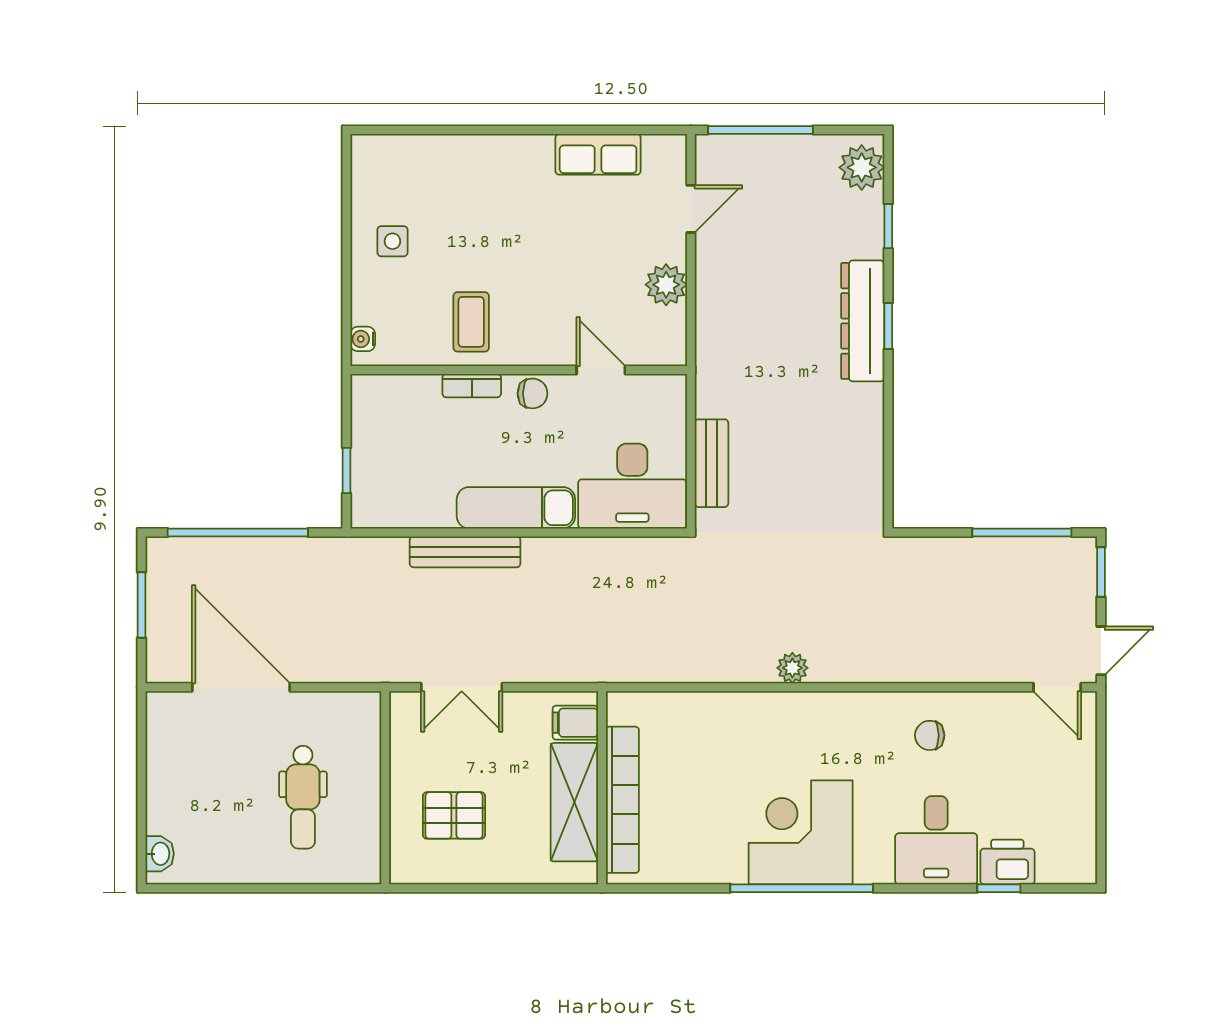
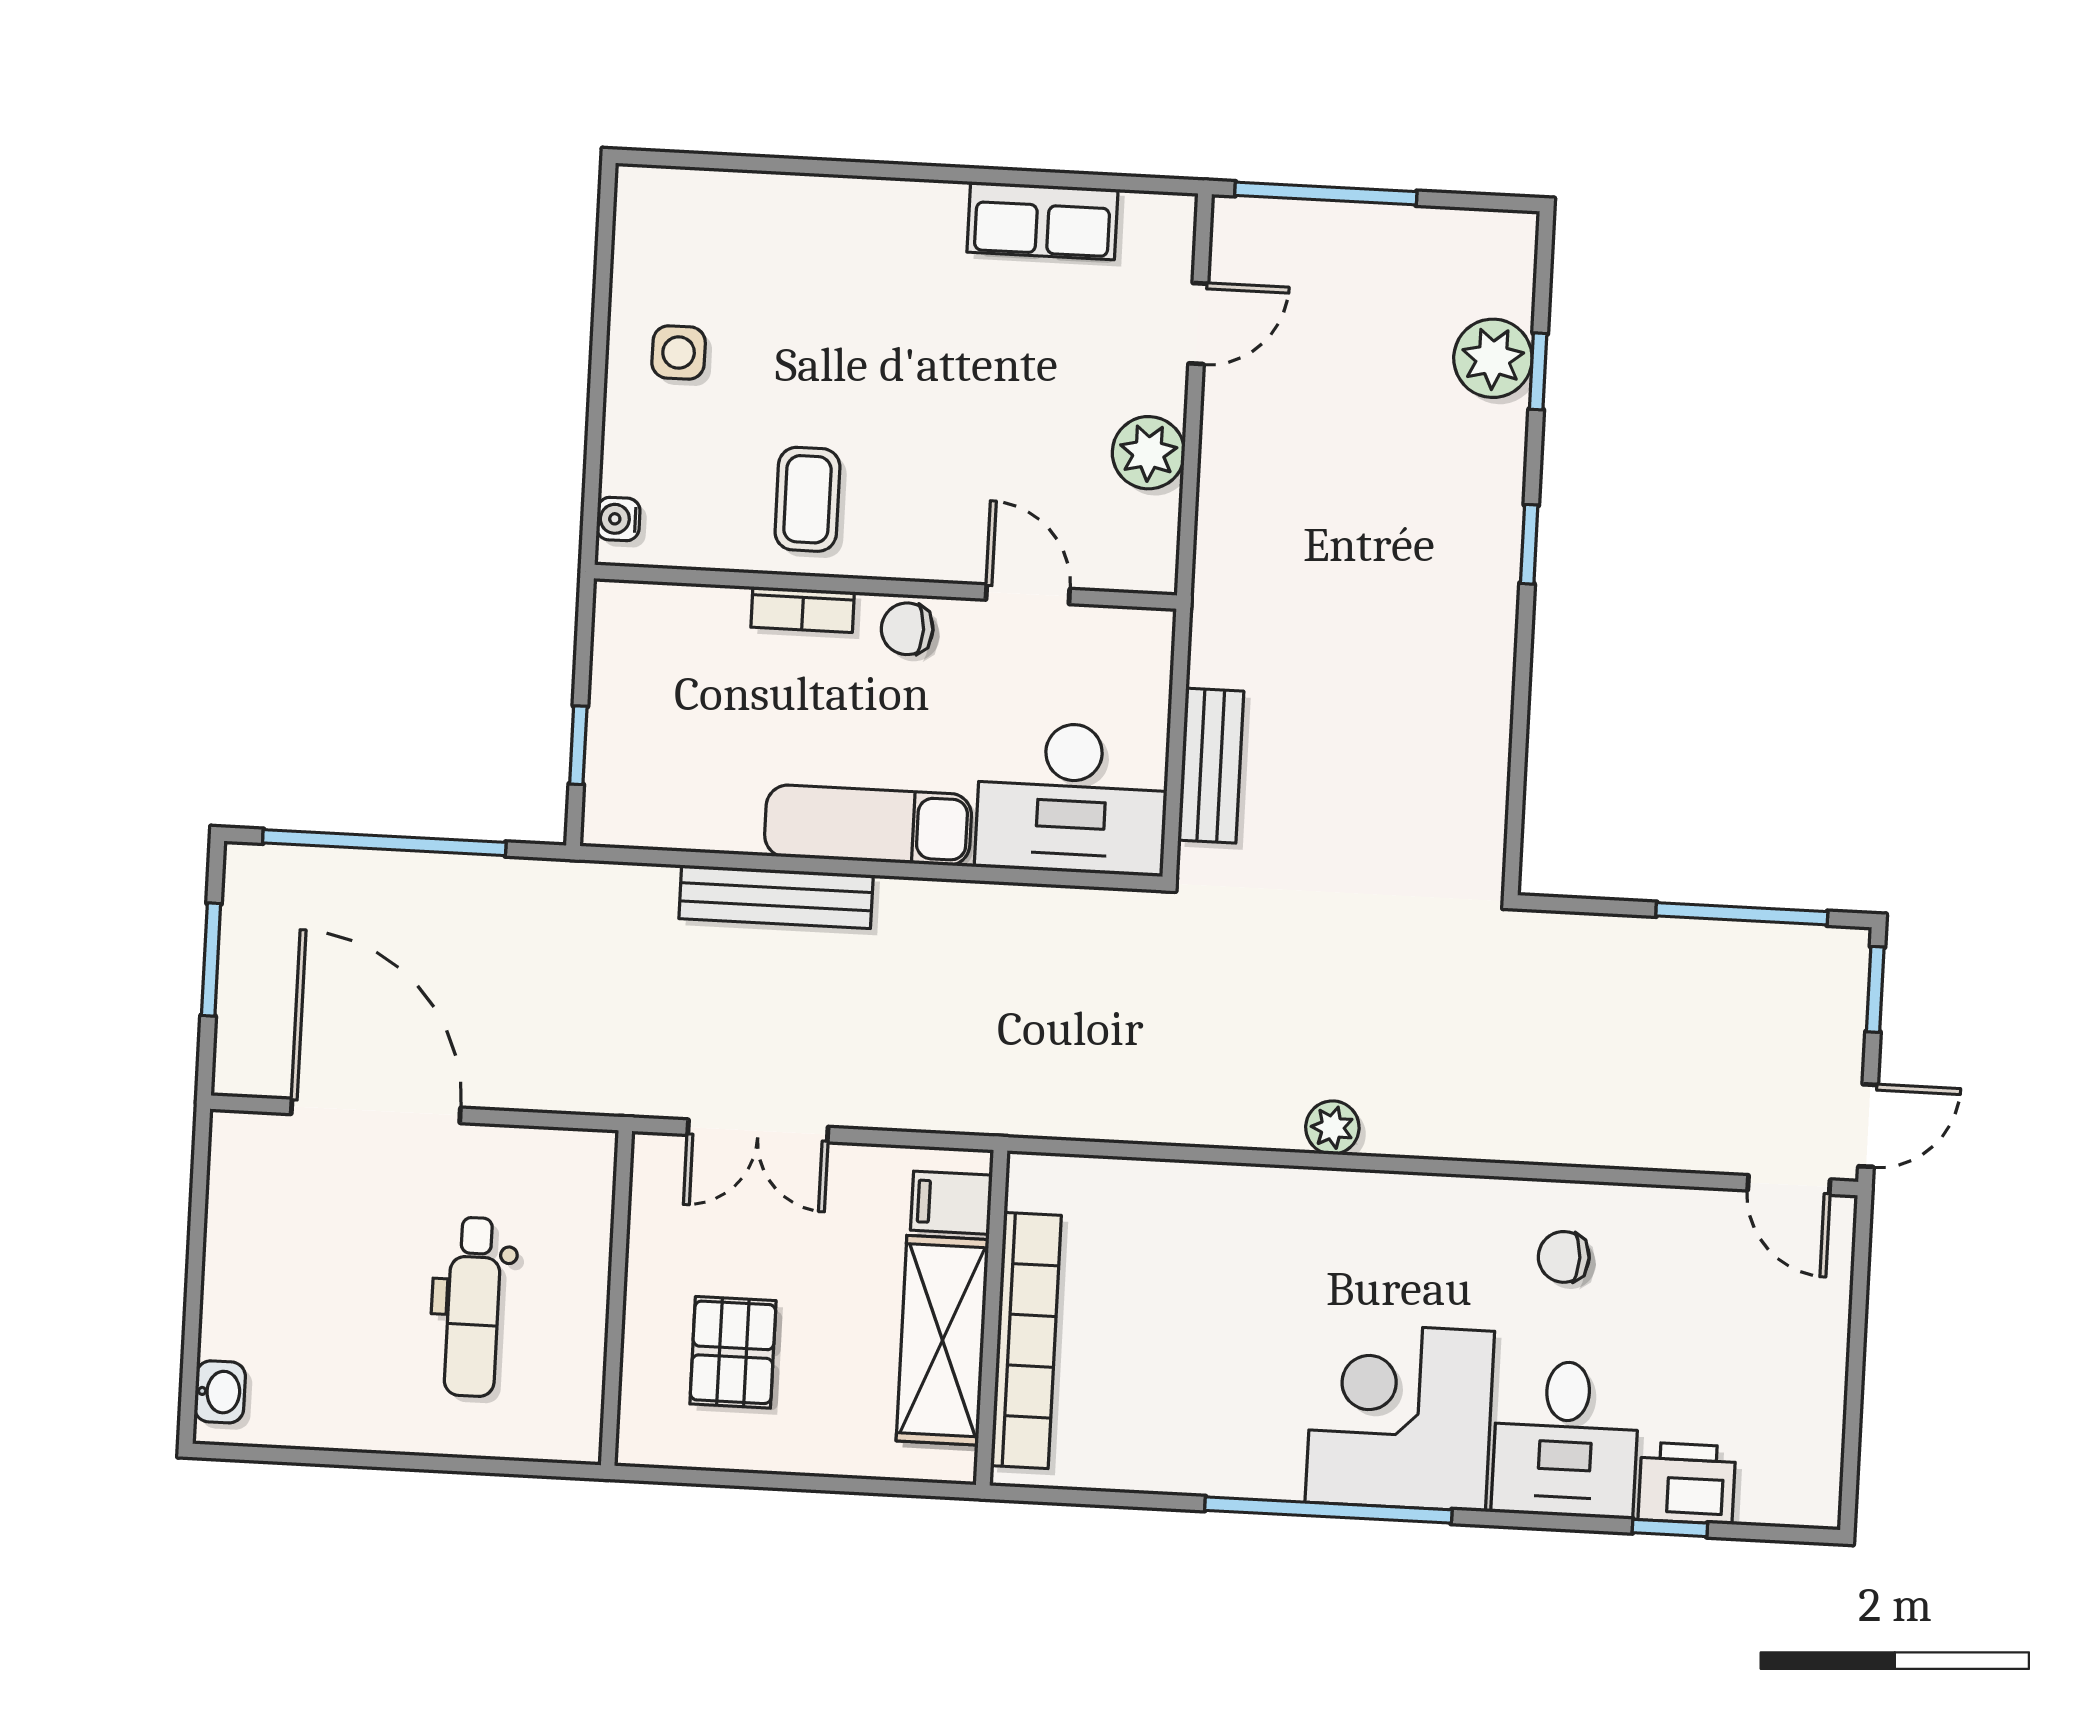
plant: (862, 167) -> (1493, 358), moved
dresser: (863, 321) -> (1486, 533), removed
chair: (532, 393) -> (907, 629), turned 180
pallet: (454, 815) -> (733, 1352), turned 90
corner desk: (801, 832) -> (1400, 1417), moved

